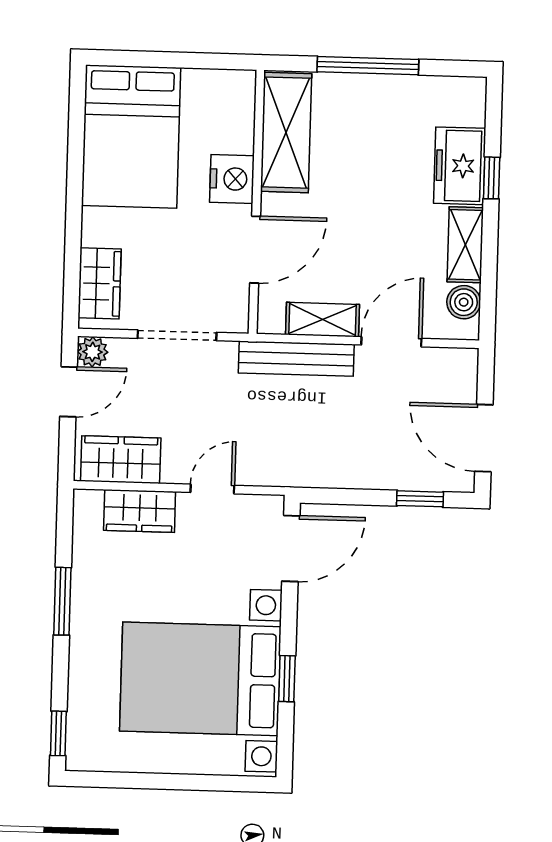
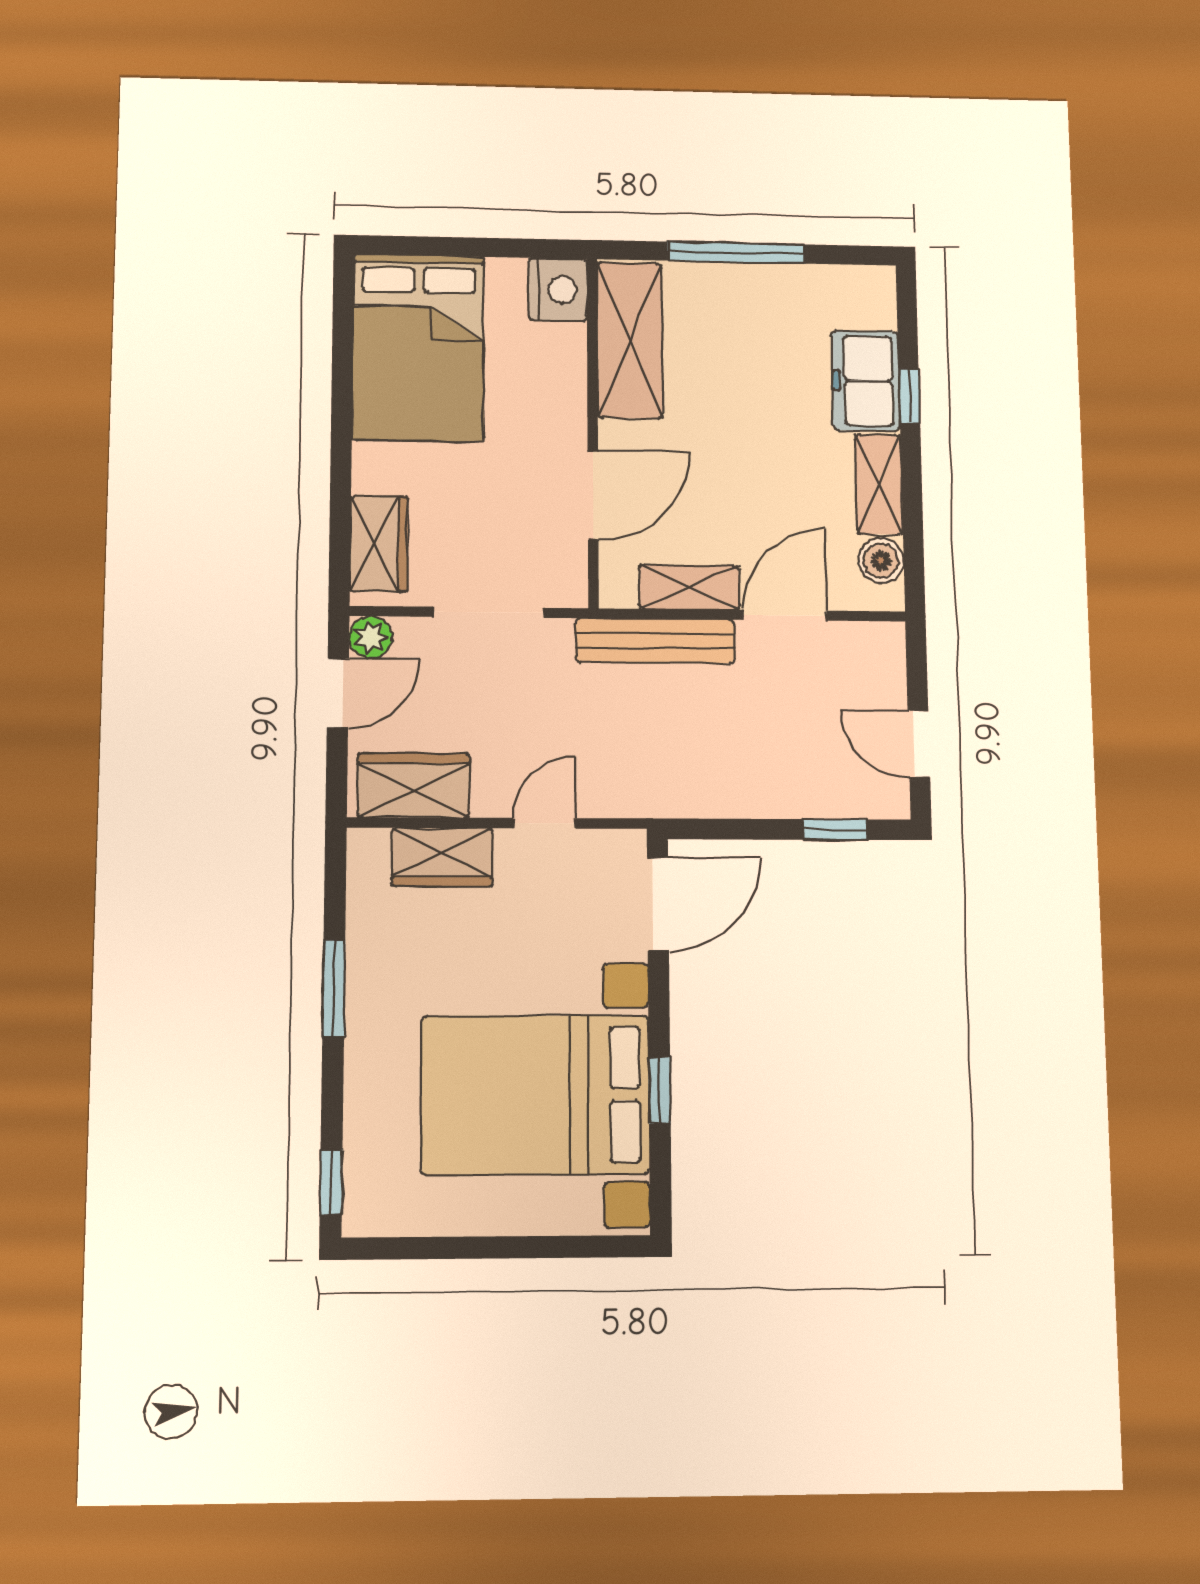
nightstand: (232, 179) -> (558, 290), moved
door: (484, 438) -> (919, 744), width x0.73

